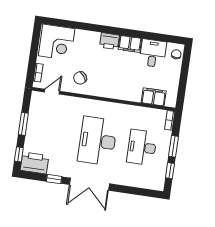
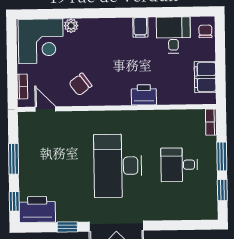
plant: (80, 35) -> (71, 26), added
printer: (109, 41) -> (144, 95), moved, turned 180
filing cabinet: (130, 44) -> (140, 27), width x0.50
door: (52, 92) -> (45, 109), hinge flipped
filing cabinet: (154, 97) -> (205, 77), moved, turned -90
desk: (142, 147) -> (179, 165), width x0.73

